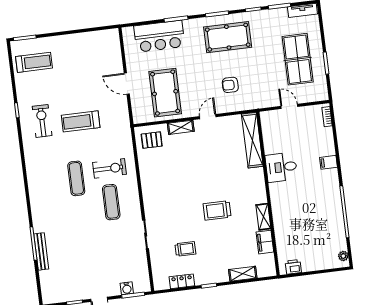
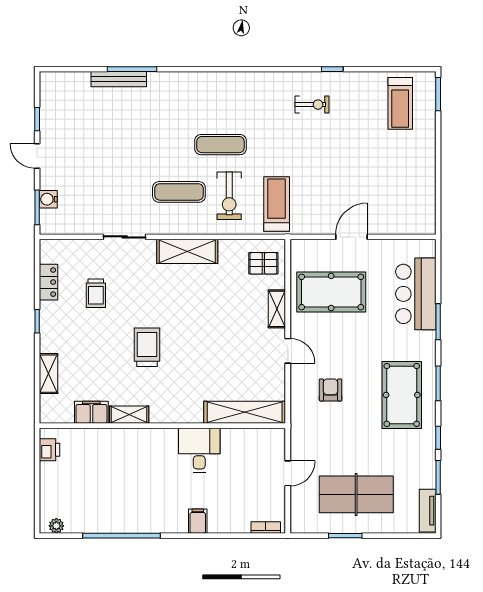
exercise bike: (42, 121) -> (312, 105), width x0.73, depth x0.72
treadmill: (81, 121) -> (277, 204), moved
pallet: (152, 140) -> (263, 263), turned 90
shelving: (150, 192) -> (187, 251), added

